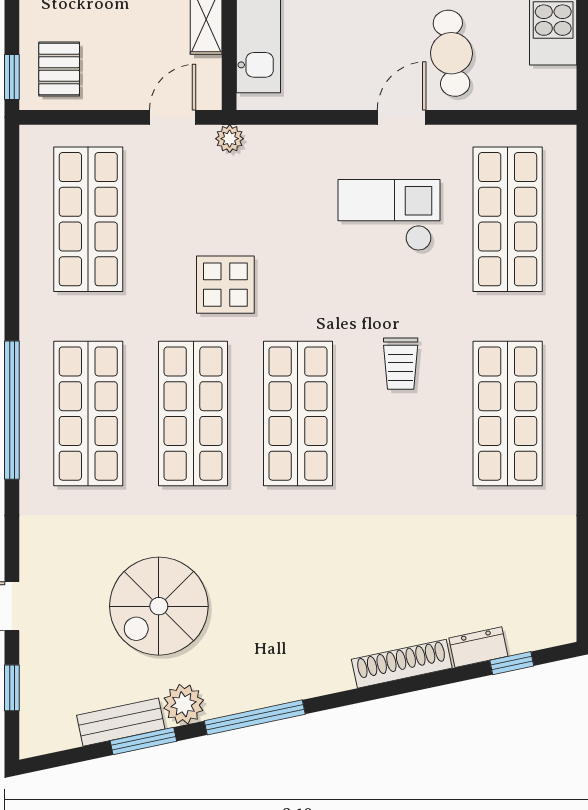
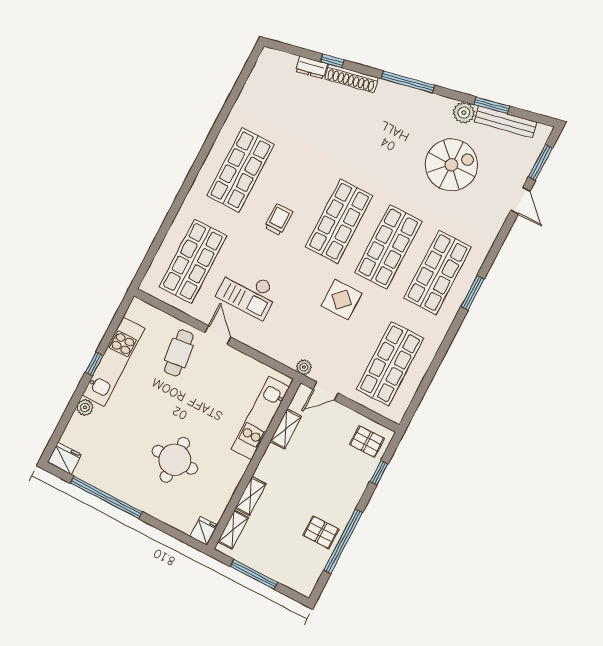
pallet: (59, 69) -> (367, 442), turned 90
window: (12, 77) -> (379, 473), moved
door: (402, 117) -> (218, 335), swing flipped
window: (12, 410) -> (472, 293), width x0.47
window: (512, 663) -> (332, 61), moved
window: (12, 688) -> (540, 162), width x1.50
window: (255, 717) -> (408, 82), moved
bench: (121, 722) -> (505, 122), width x1.36

